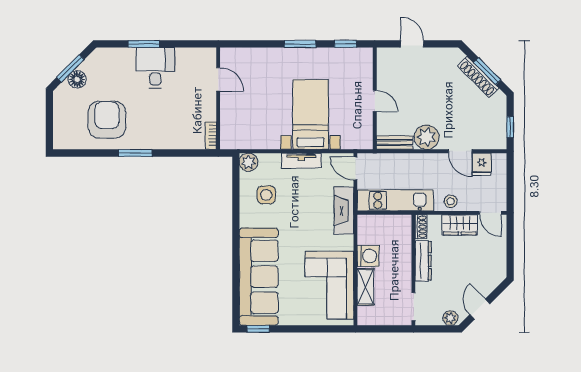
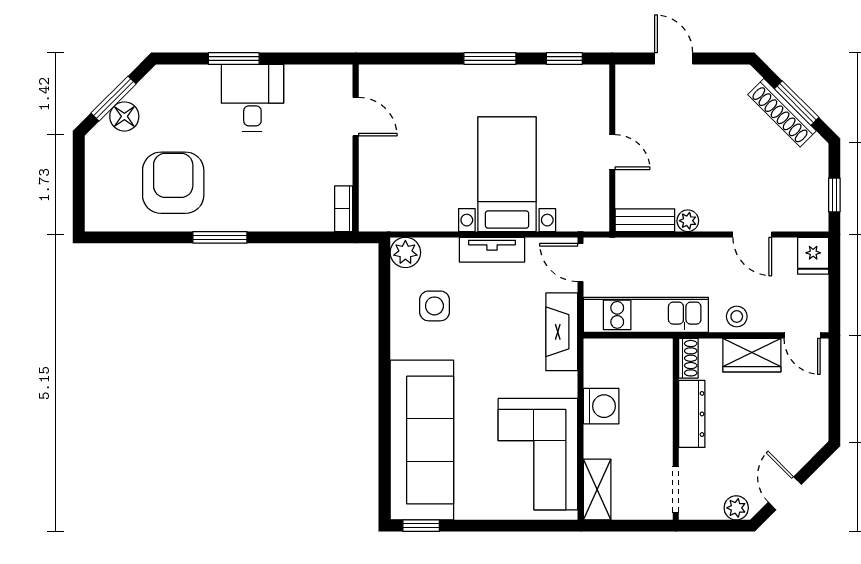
plant: (427, 137) -> (688, 221), width x0.53, depth x0.53
fridge: (482, 164) -> (813, 256), moved
shelving: (366, 287) -> (597, 490), moved

